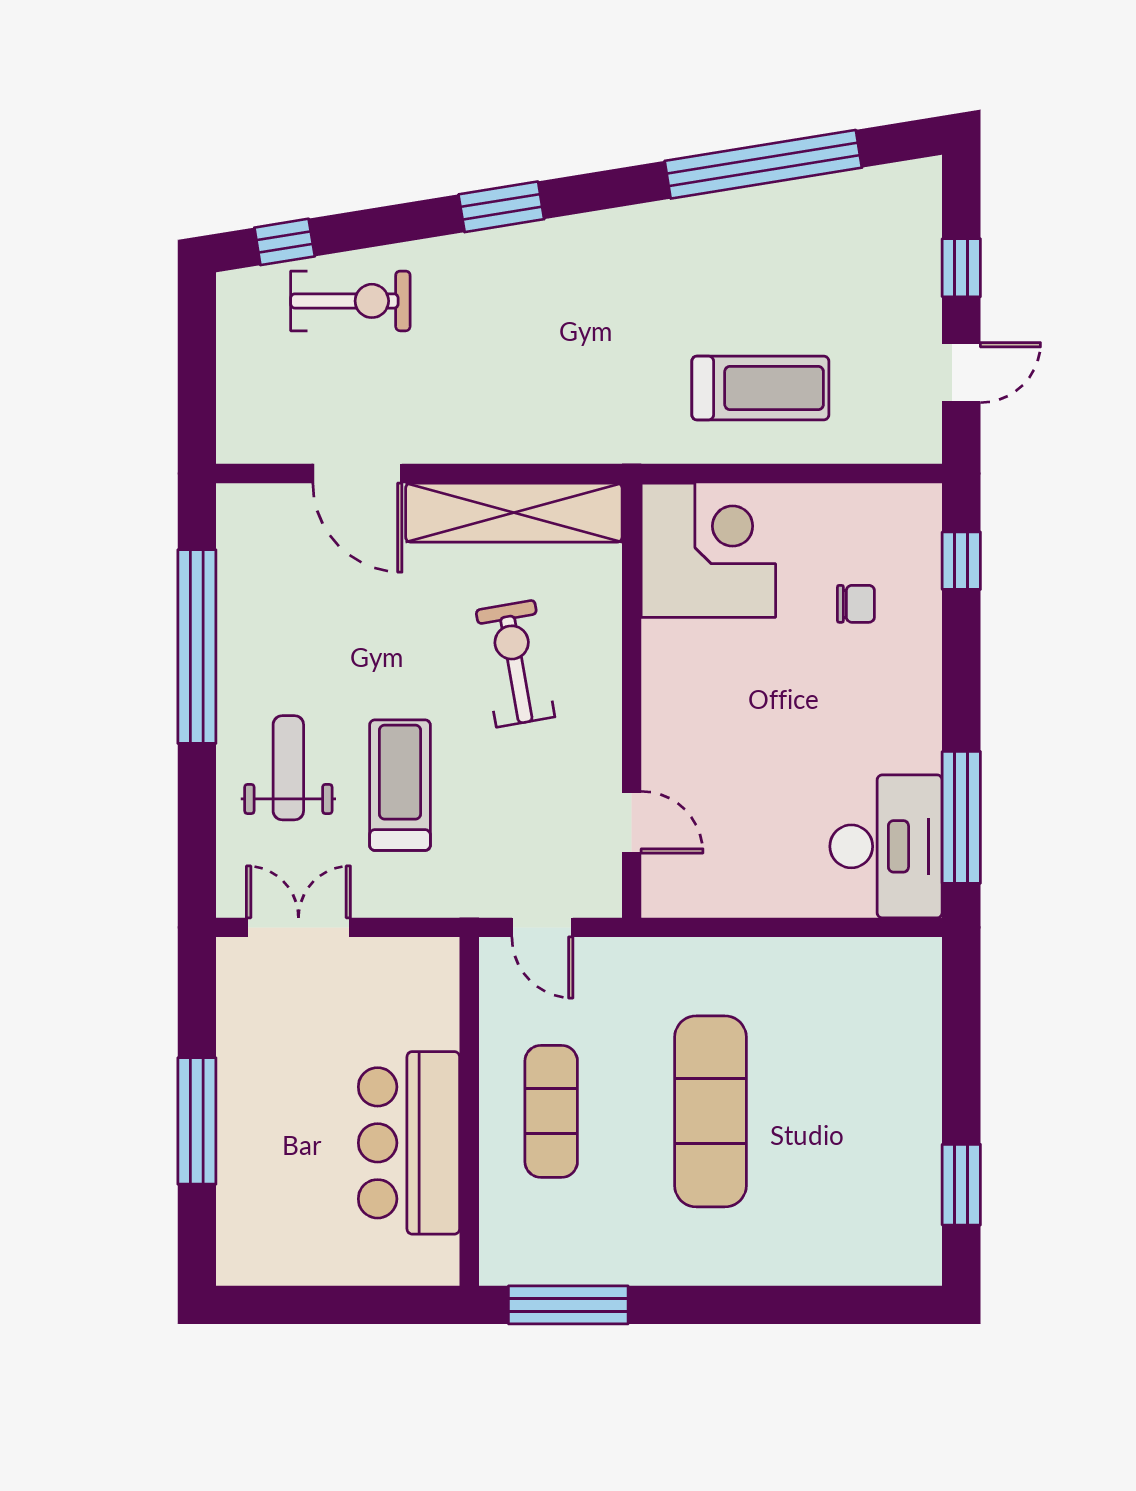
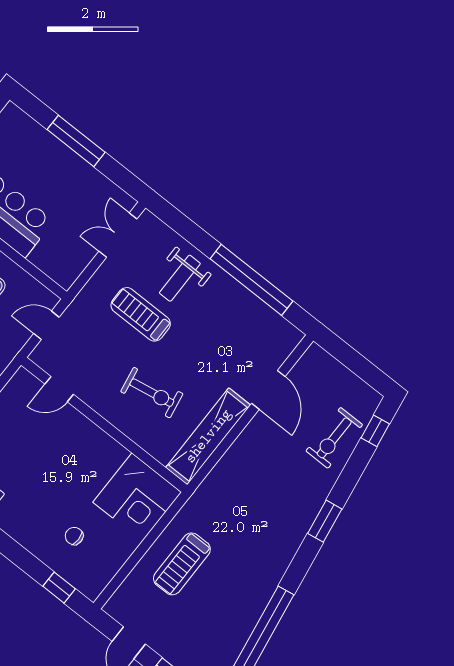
door: (357, 474) -> (268, 390), swing flipped
chair: (856, 604) -> (74, 536), turned 90
weight bench: (288, 768) -> (180, 278), turned 90
treadmill: (400, 785) -> (141, 314), turned 180
double door: (298, 927) -> (118, 235), swing flipped

